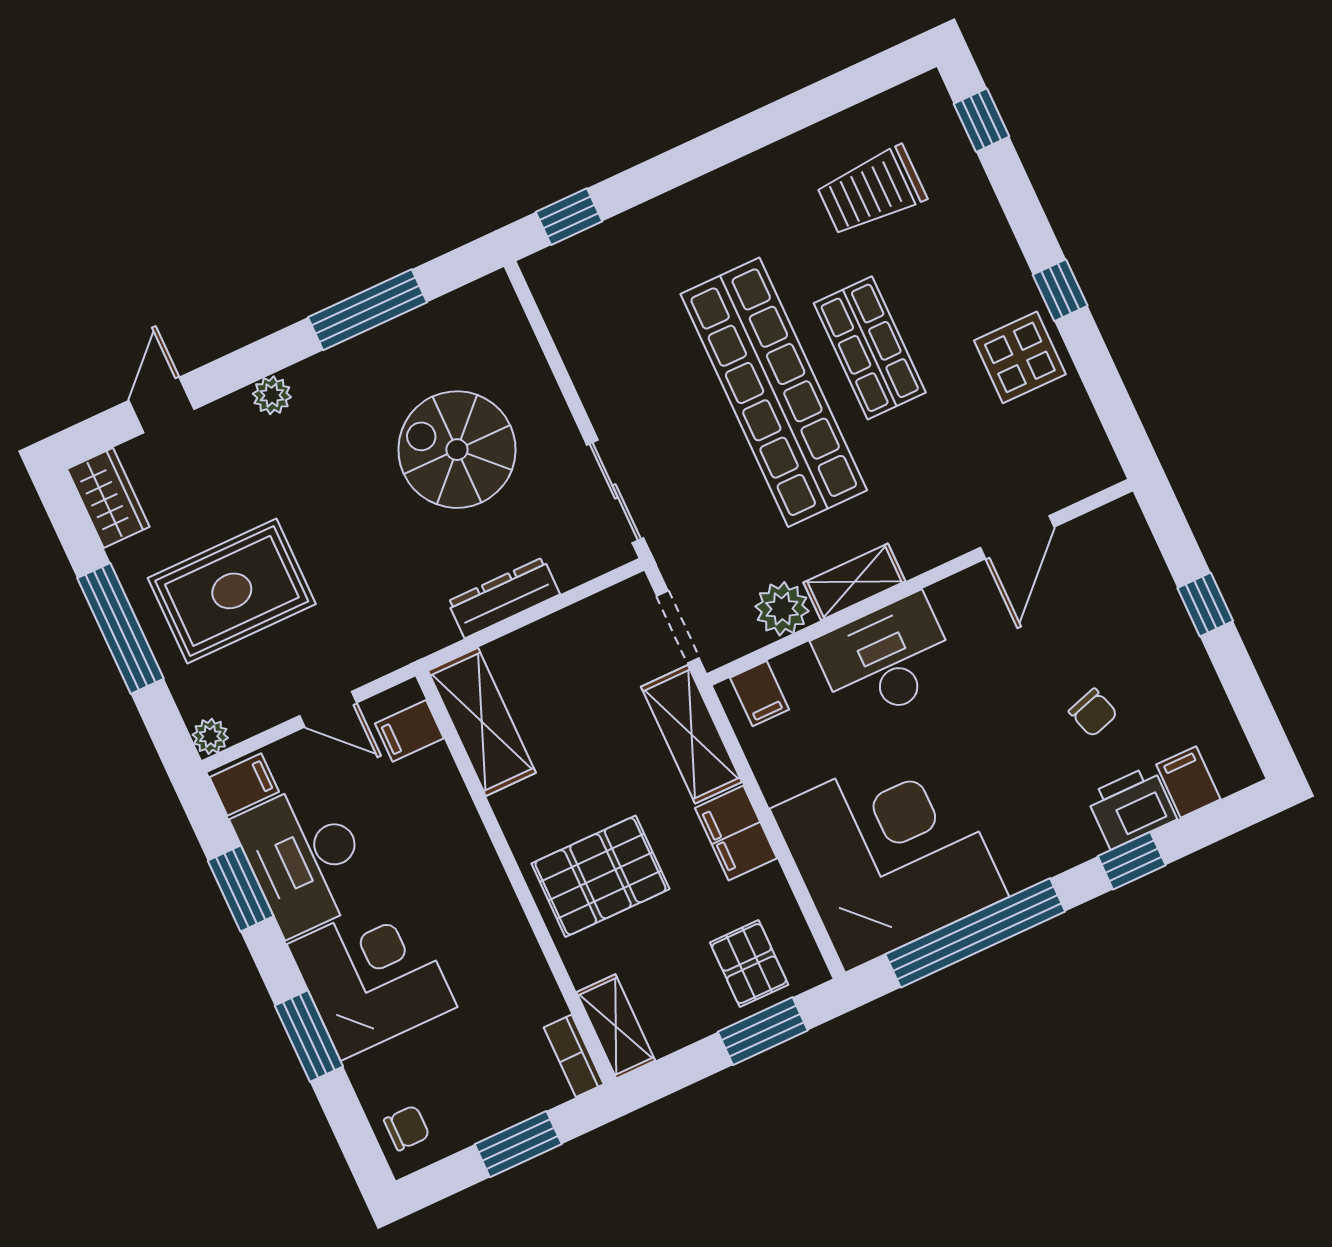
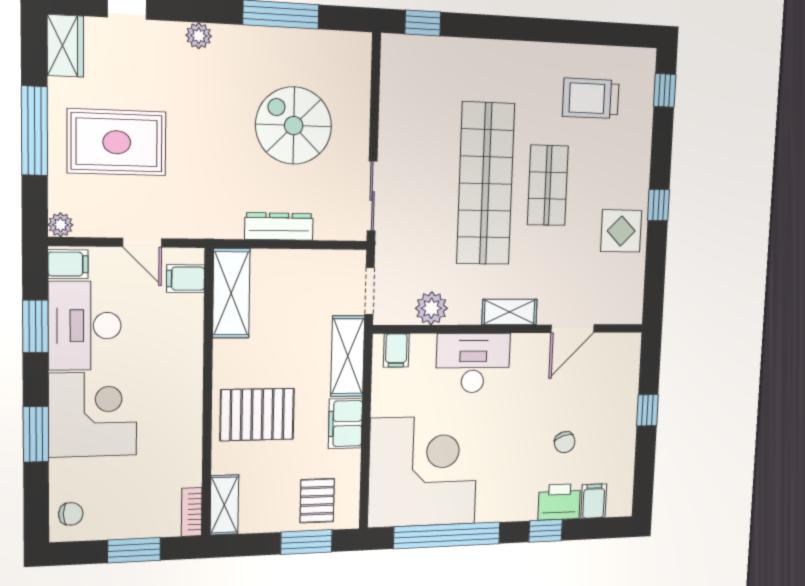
shelving: (854, 582) -> (510, 312), moved

